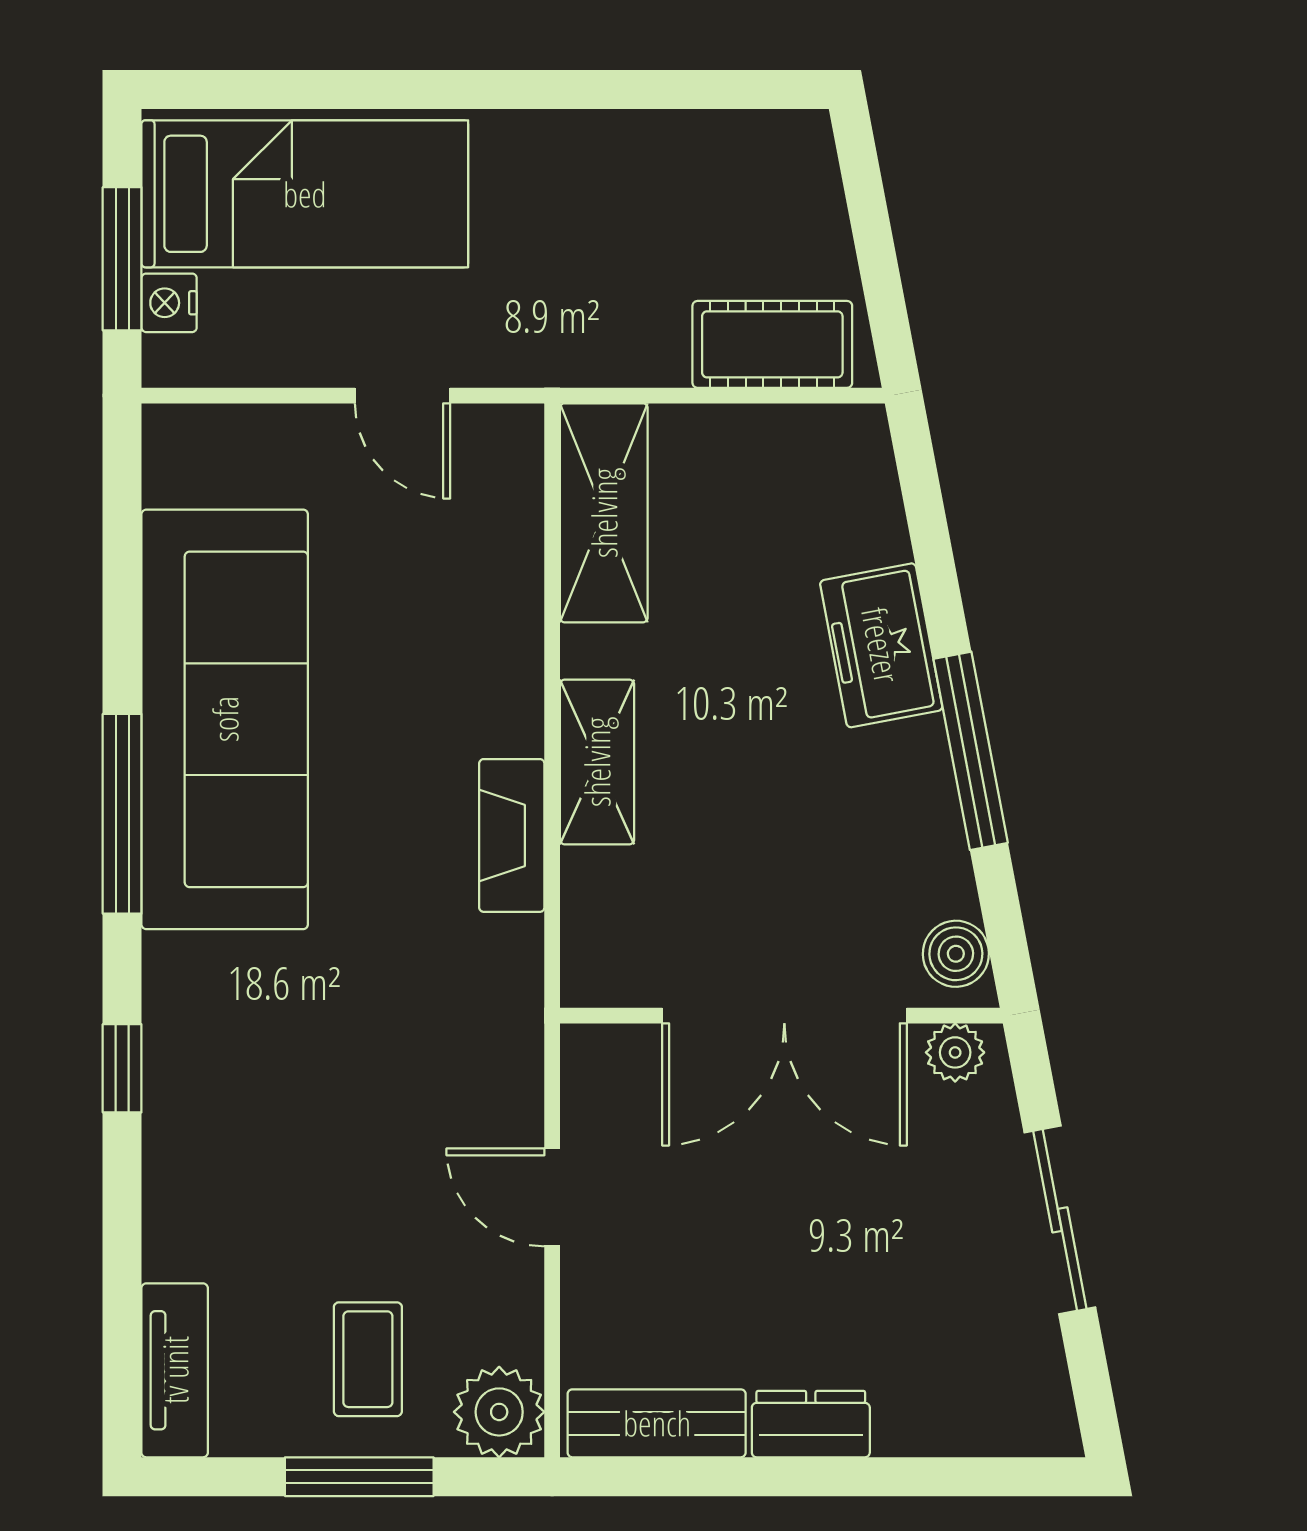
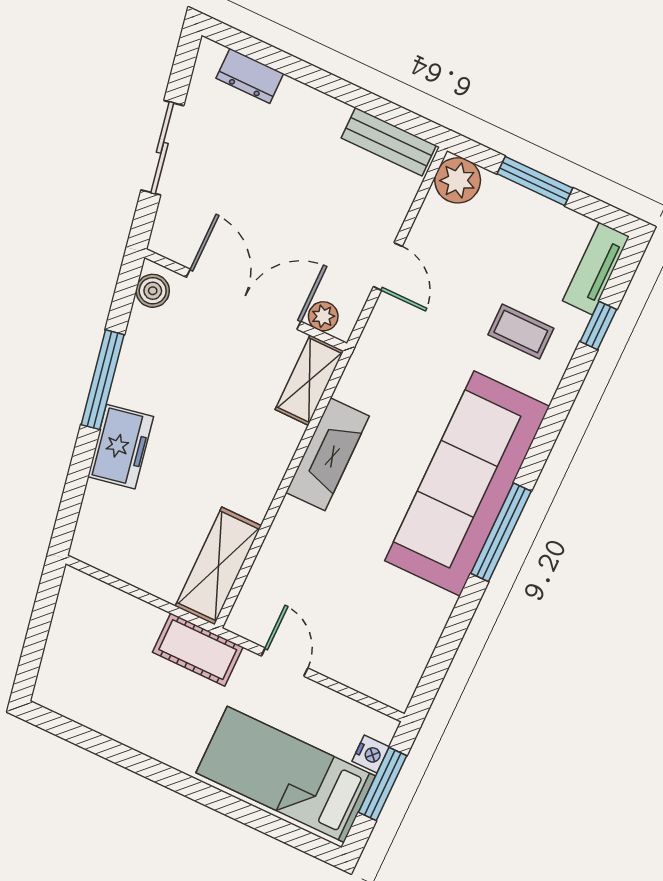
cot: (772, 344) -> (198, 650), moved
sofa: (225, 719) -> (467, 484), moved
shelving: (597, 762) -> (309, 380), moved
fireplace: (512, 835) -> (328, 454), width x1.37, depth x1.32
plant: (955, 1052) -> (323, 316), moved
window: (122, 1068) -> (598, 325), moved
coffee table: (368, 1359) -> (521, 332), moved, turned 90
dresser: (811, 1424) -> (250, 76), moved

